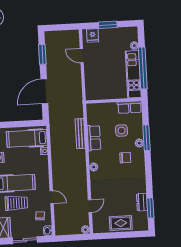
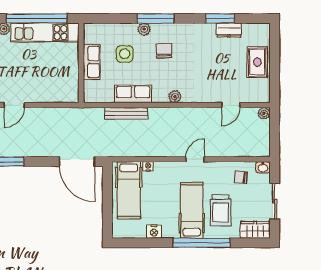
door: (44, 91) -> (77, 162), moved
row of seats: (130, 107) -> (92, 62), moved
window: (147, 138) -> (156, 18), moved
door: (52, 197) -> (195, 159), moved
trolley: (16, 203) -> (221, 210), turned 180
door: (90, 206) -> (231, 105), swing flipped
window: (150, 208) -> (220, 18), moved

